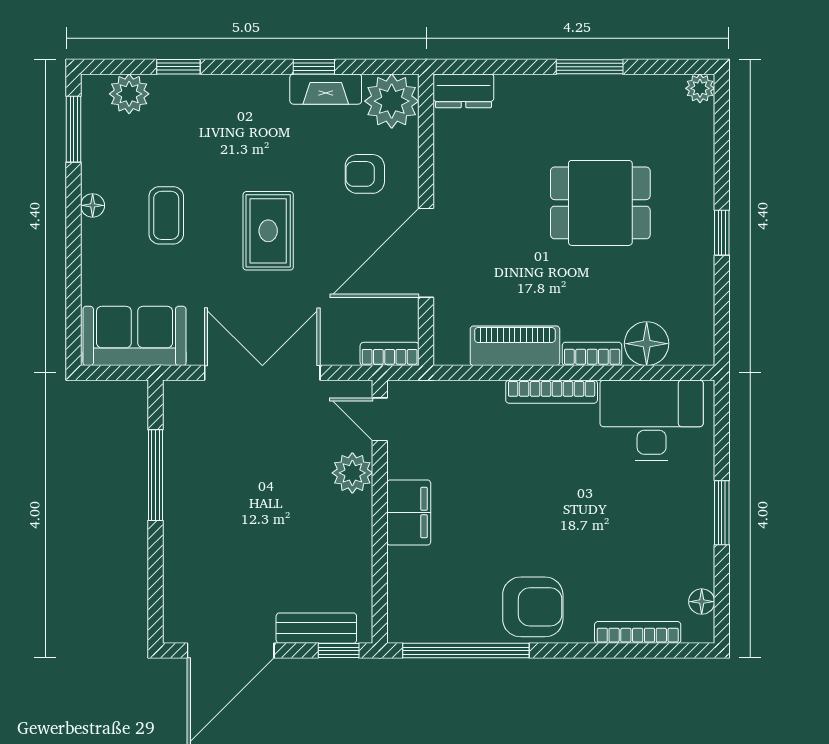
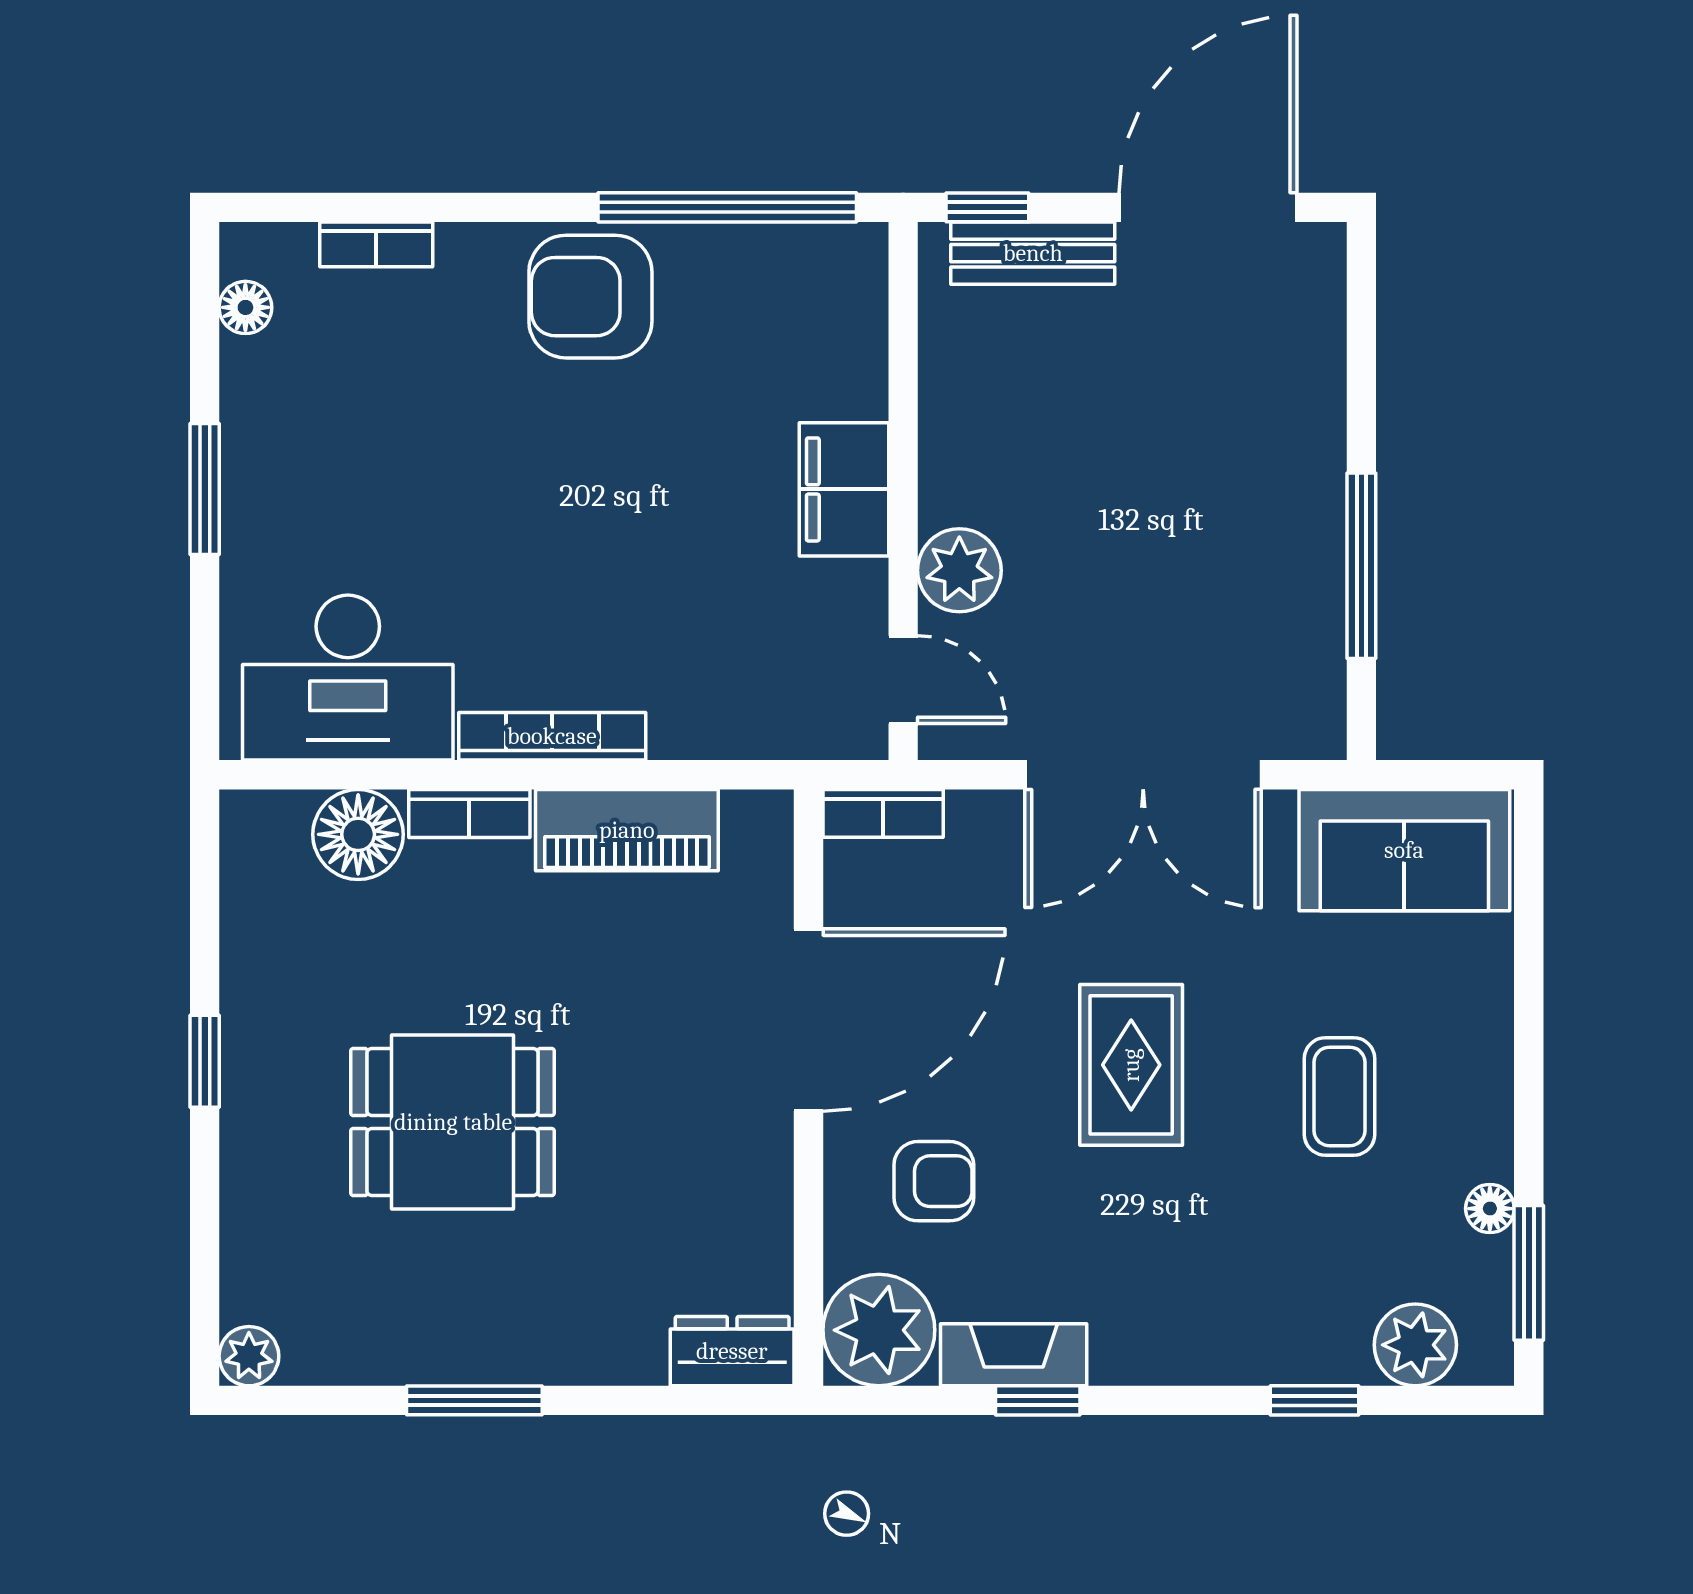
floor lamp: (93, 205) -> (1490, 1209), moved
bookcase: (638, 632) -> (376, 244), width x0.64

